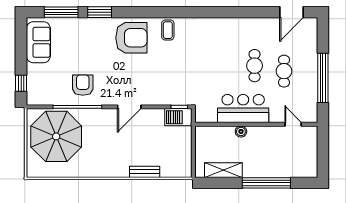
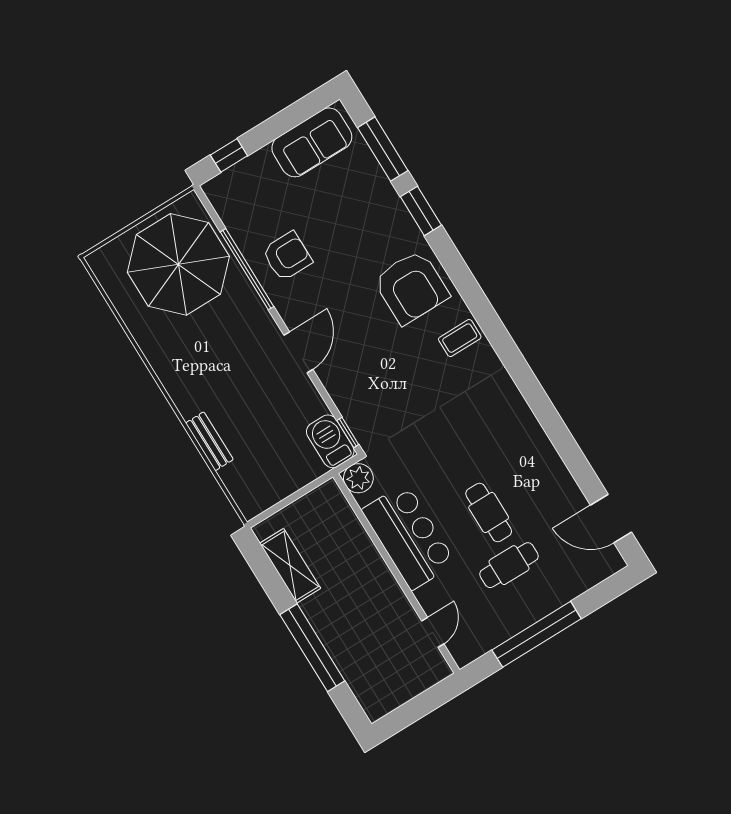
cafe table: (255, 66) -> (489, 512), turned 90
door: (129, 107) -> (298, 352), swing flipped
plant: (203, 115) -> (358, 478), added
boiler: (241, 131) -> (369, 556), removed

